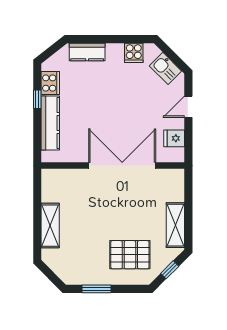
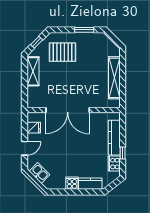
cooker: (134, 53) -> (72, 183), moved
shelving: (50, 226) -> (114, 78), width x1.47

